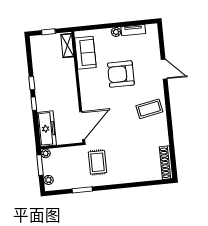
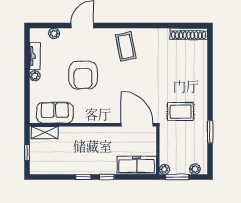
plant: (155, 45) -> (54, 33), added

